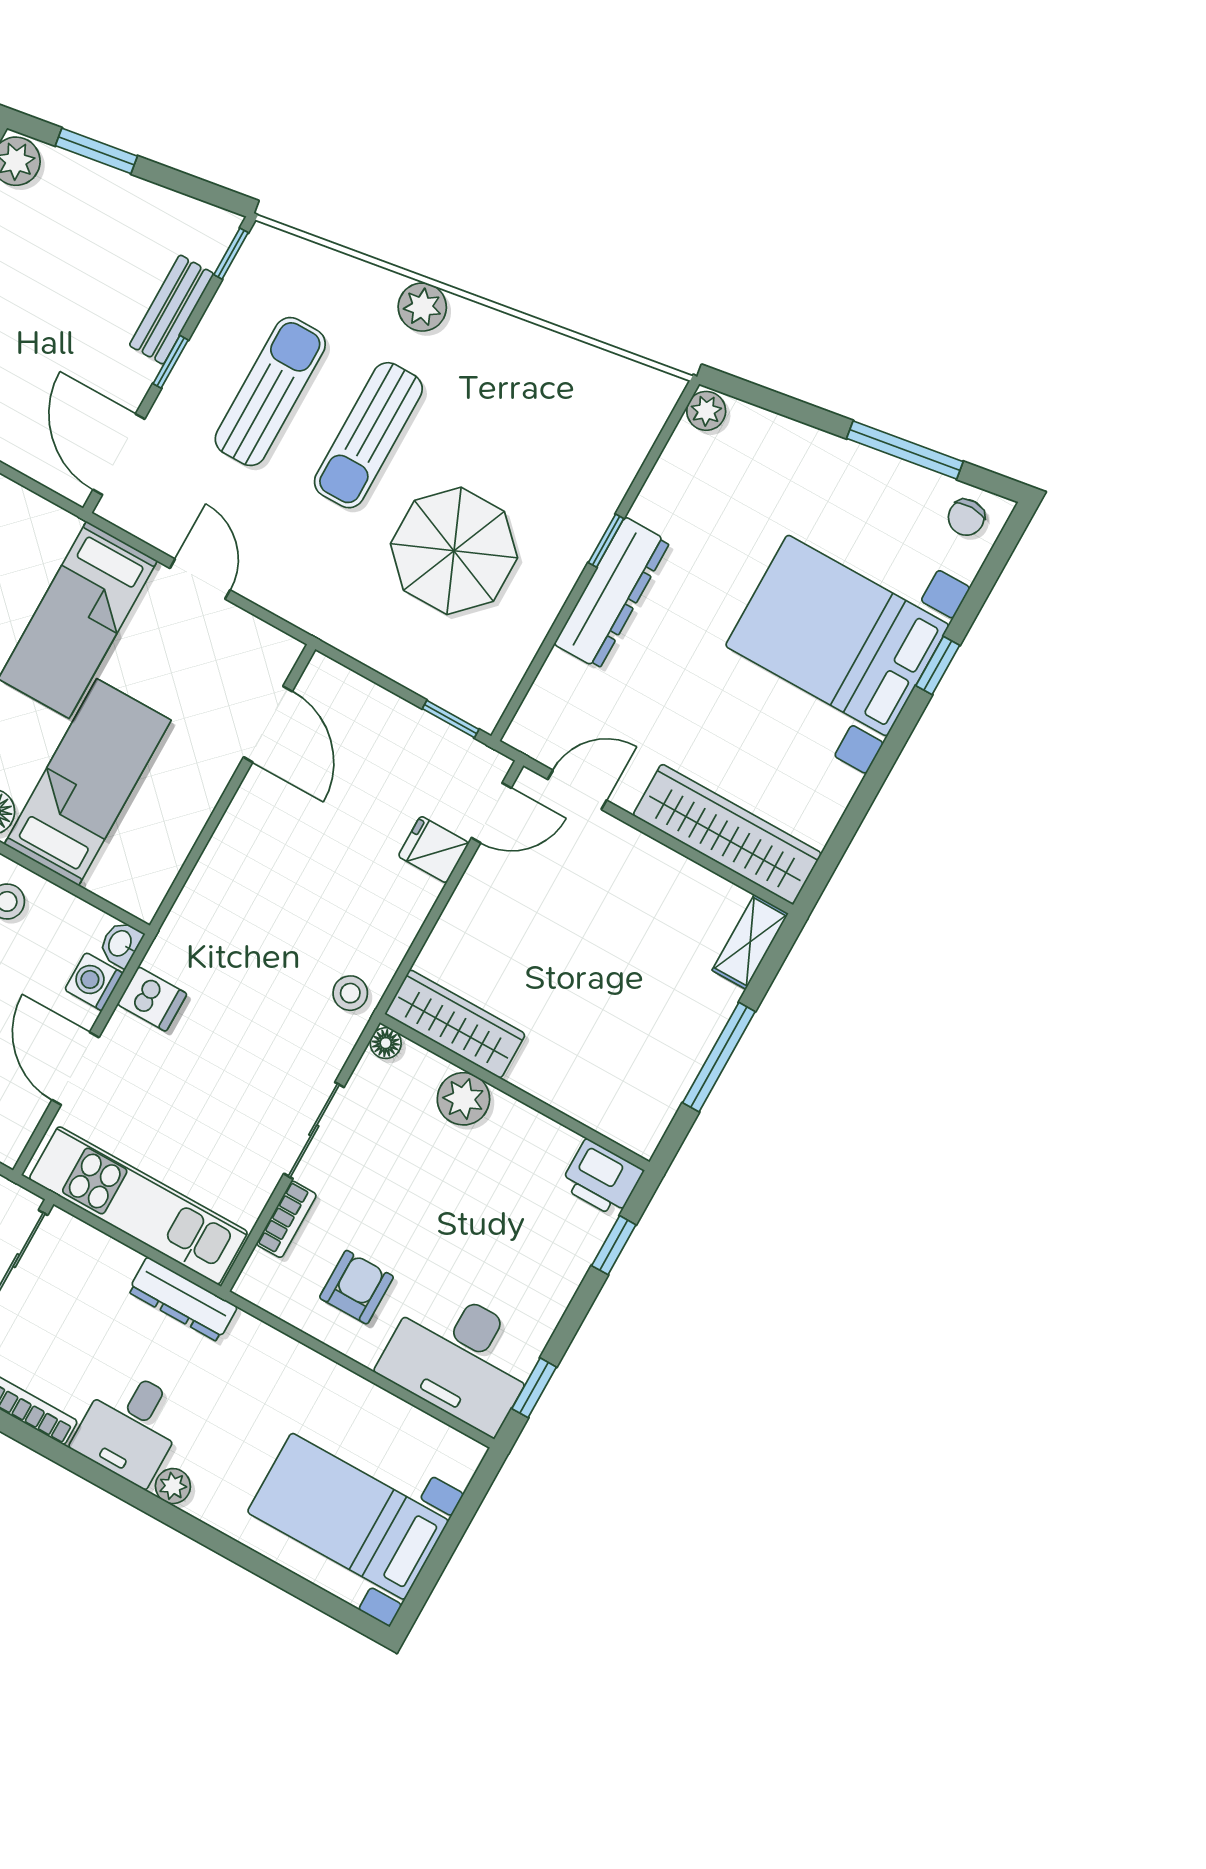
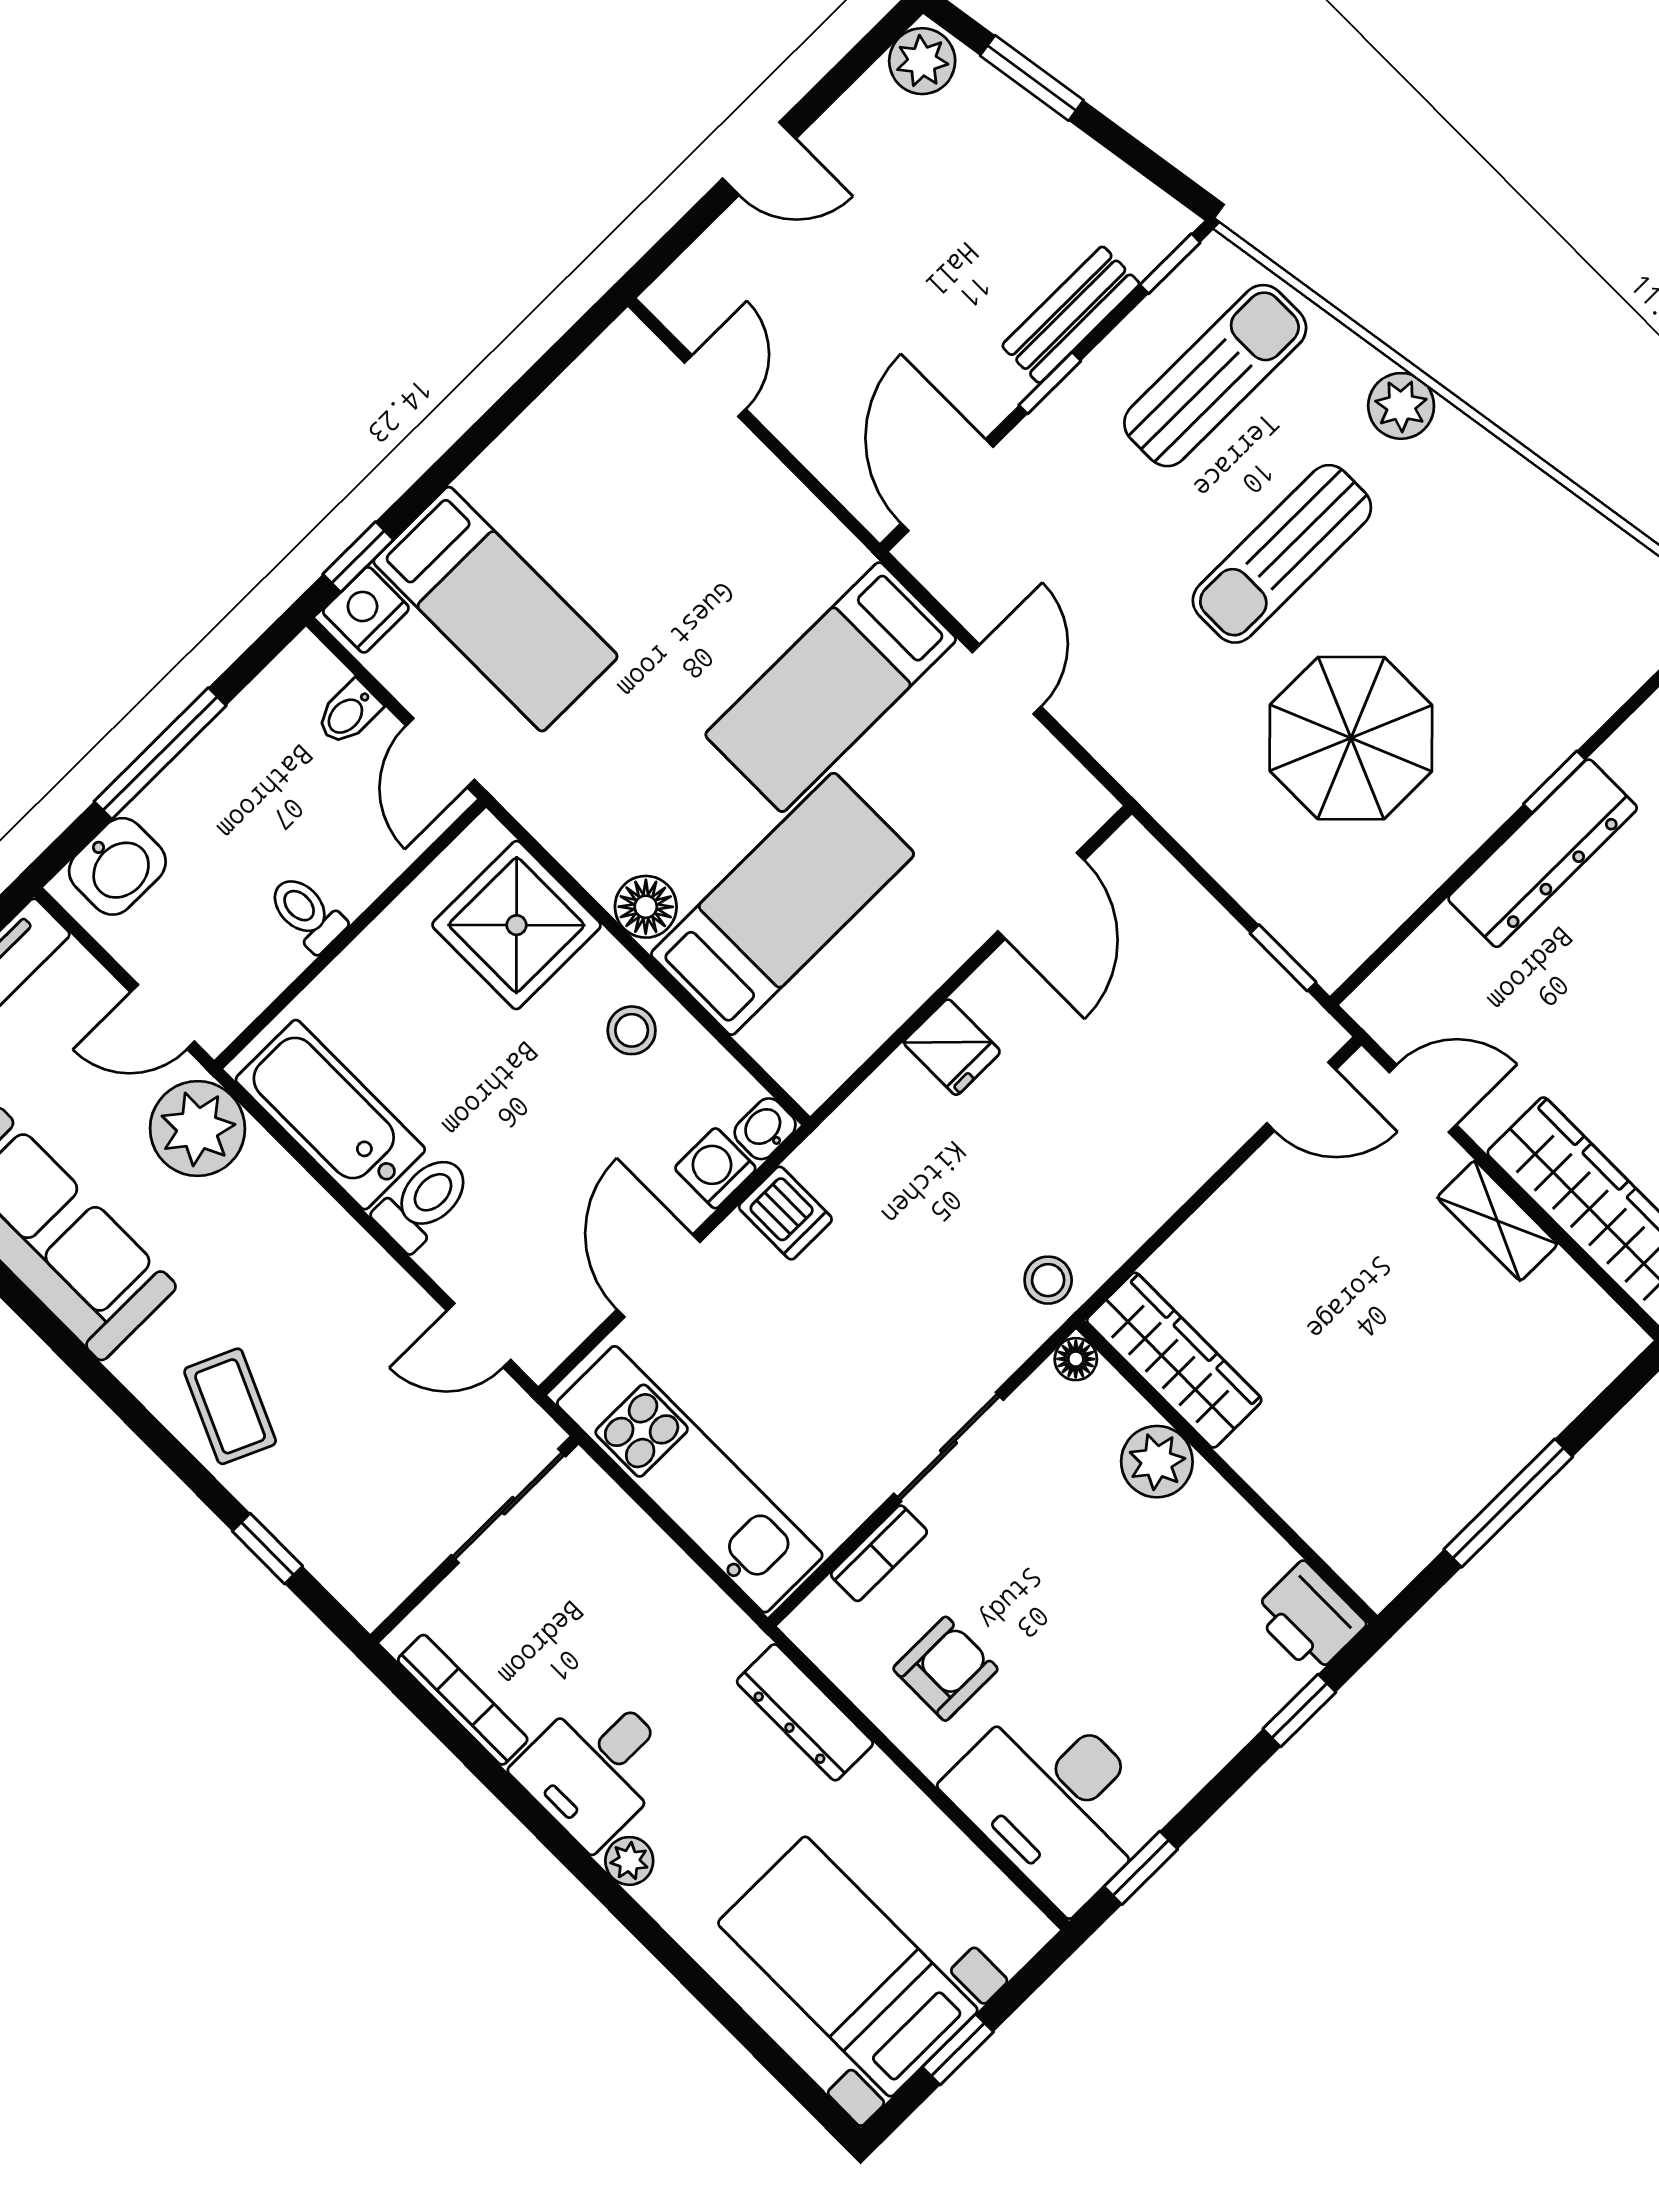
sun lounger: (270, 392) -> (1215, 376), moved
fridge: (433, 850) -> (952, 1047), moved, turned 180
shelving: (750, 942) -> (1497, 1221), moved, turned 90
dresser: (183, 1299) -> (805, 1712), moved
window: (442, 1552) -> (958, 2050), added

